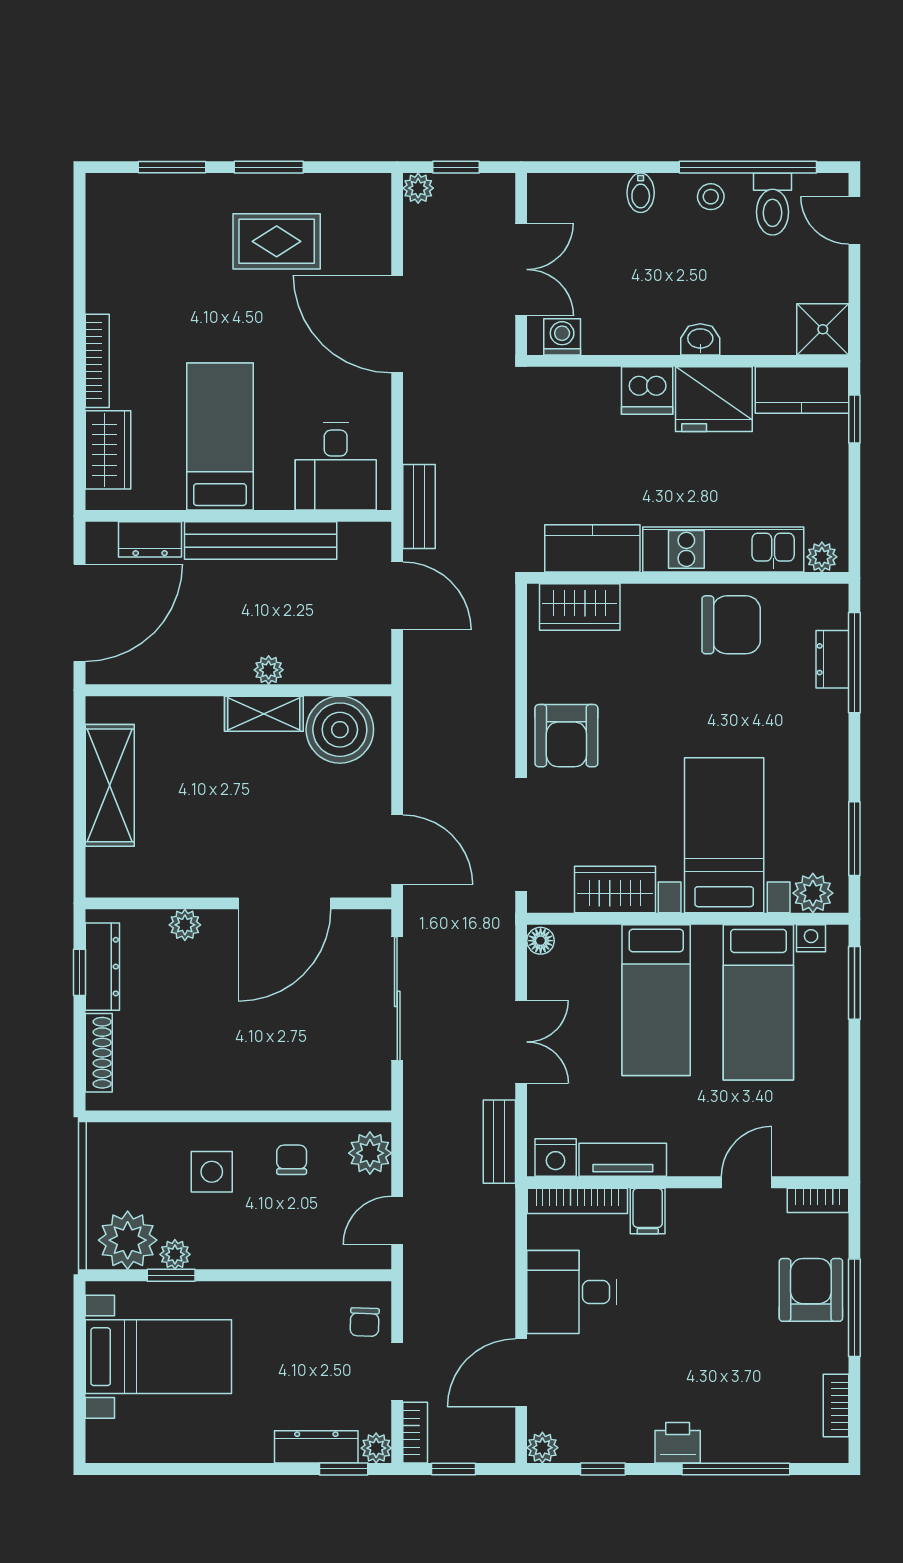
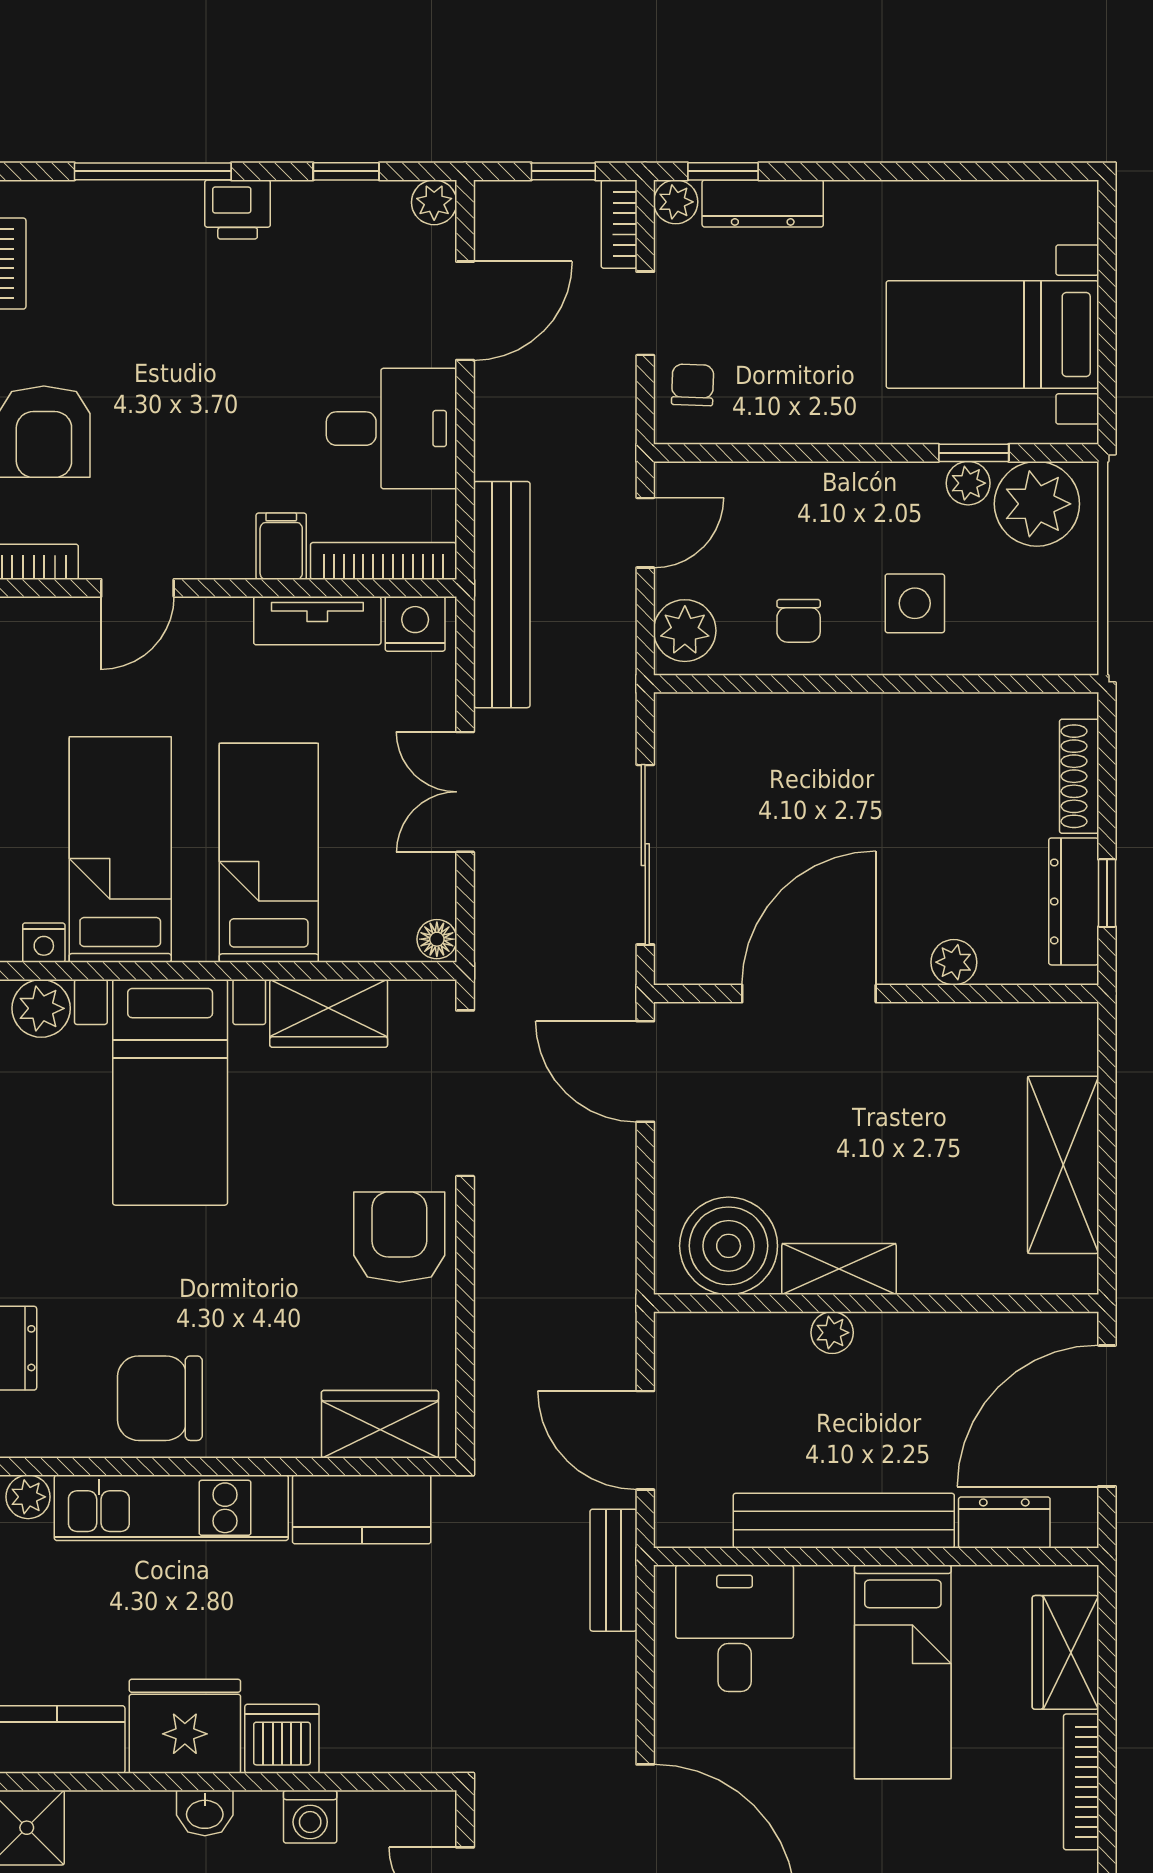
washing machine: (562, 337) -> (310, 1817), moved
bench: (499, 1142) -> (502, 595), width x1.86, depth x1.21

